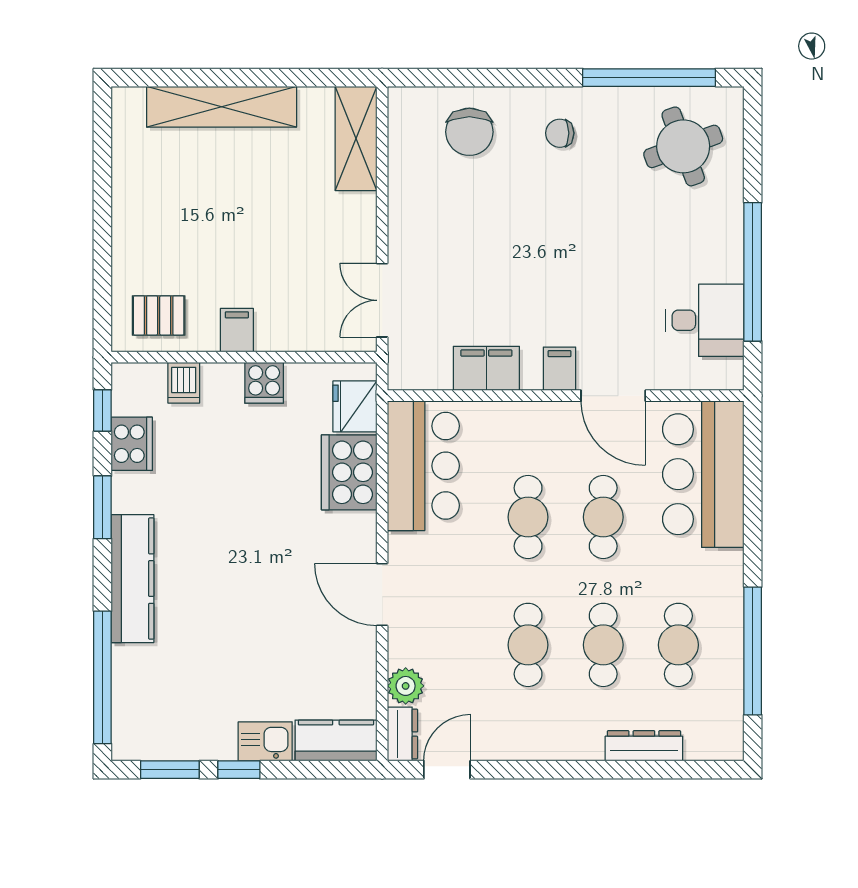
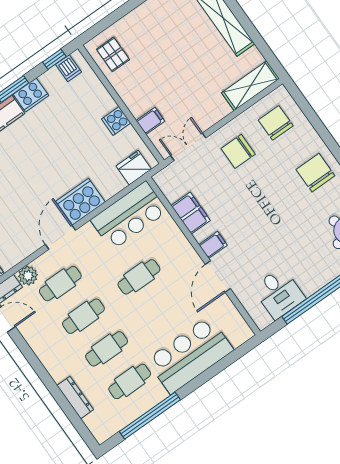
chair: (469, 132) -> (276, 123), moved, turned 90
chair: (560, 133) -> (315, 173), width x1.87, depth x1.87
chair: (443, 229) -> (238, 151), added
filing cabinet: (237, 330) -> (150, 121), moved
dishwasher: (184, 383) -> (68, 68), moved, turned -90
cooker: (132, 444) -> (31, 95), moved
cooker: (349, 472) -> (81, 202), moved
bar counter: (703, 474) -> (190, 355), moved
cafe table: (603, 517) -> (60, 284), moved

